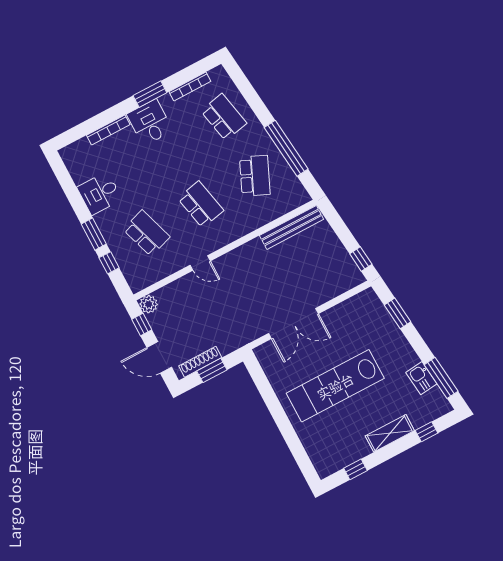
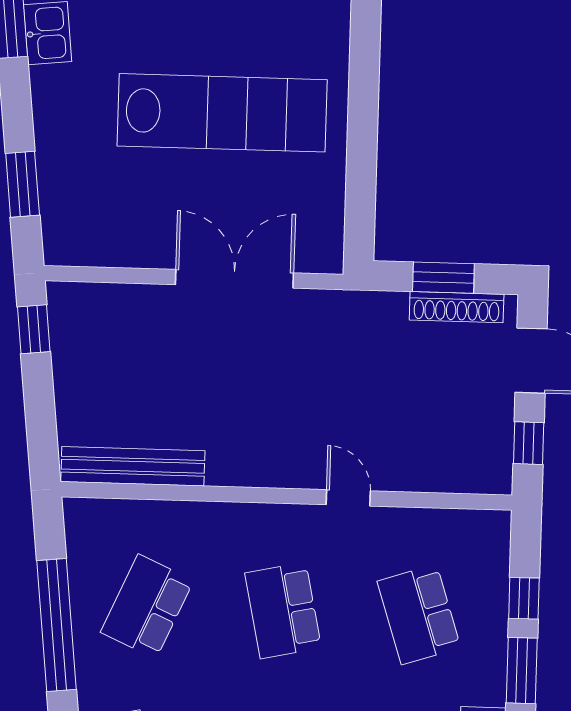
plant: (149, 304) -> (493, 475), removed

